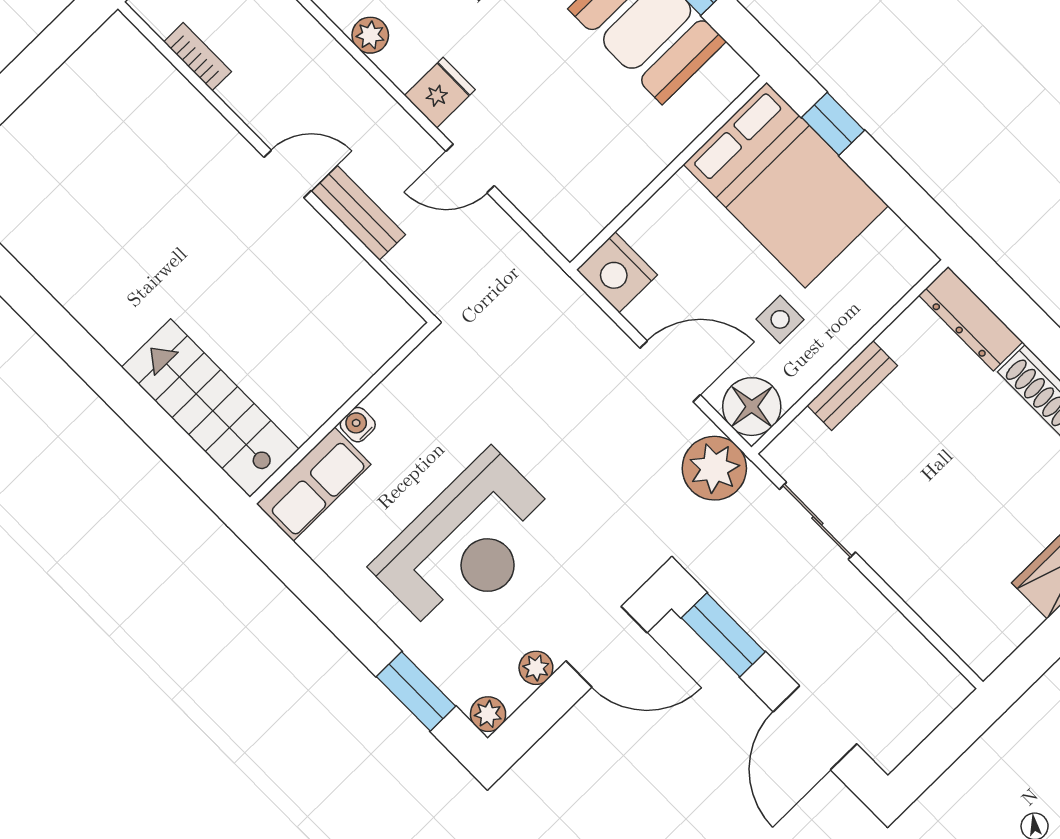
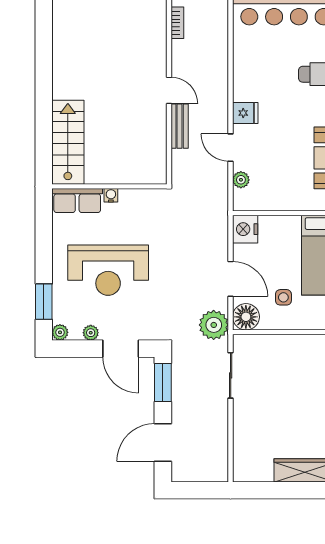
plant: (370, 35) -> (241, 180), moved
bench: (852, 386) -> (286, 342), removed

